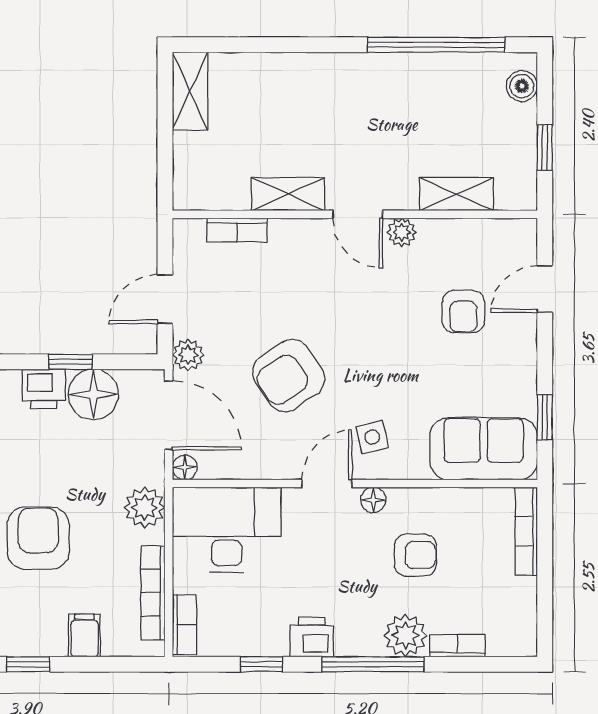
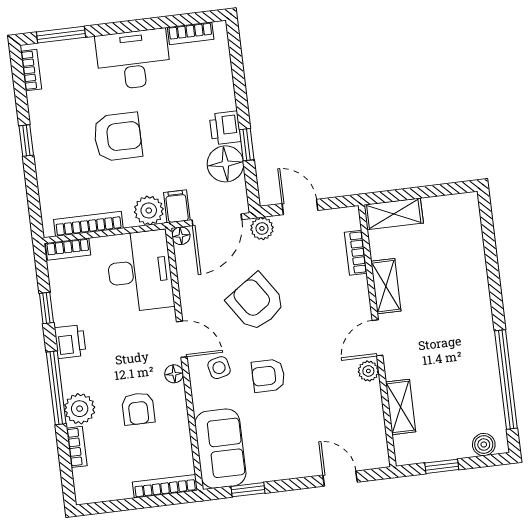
shelving: (190, 91) -> (394, 214), moved
armchair: (463, 311) -> (268, 376), moved
filing cabinet: (84, 635) -> (177, 206), moved, turned -90

